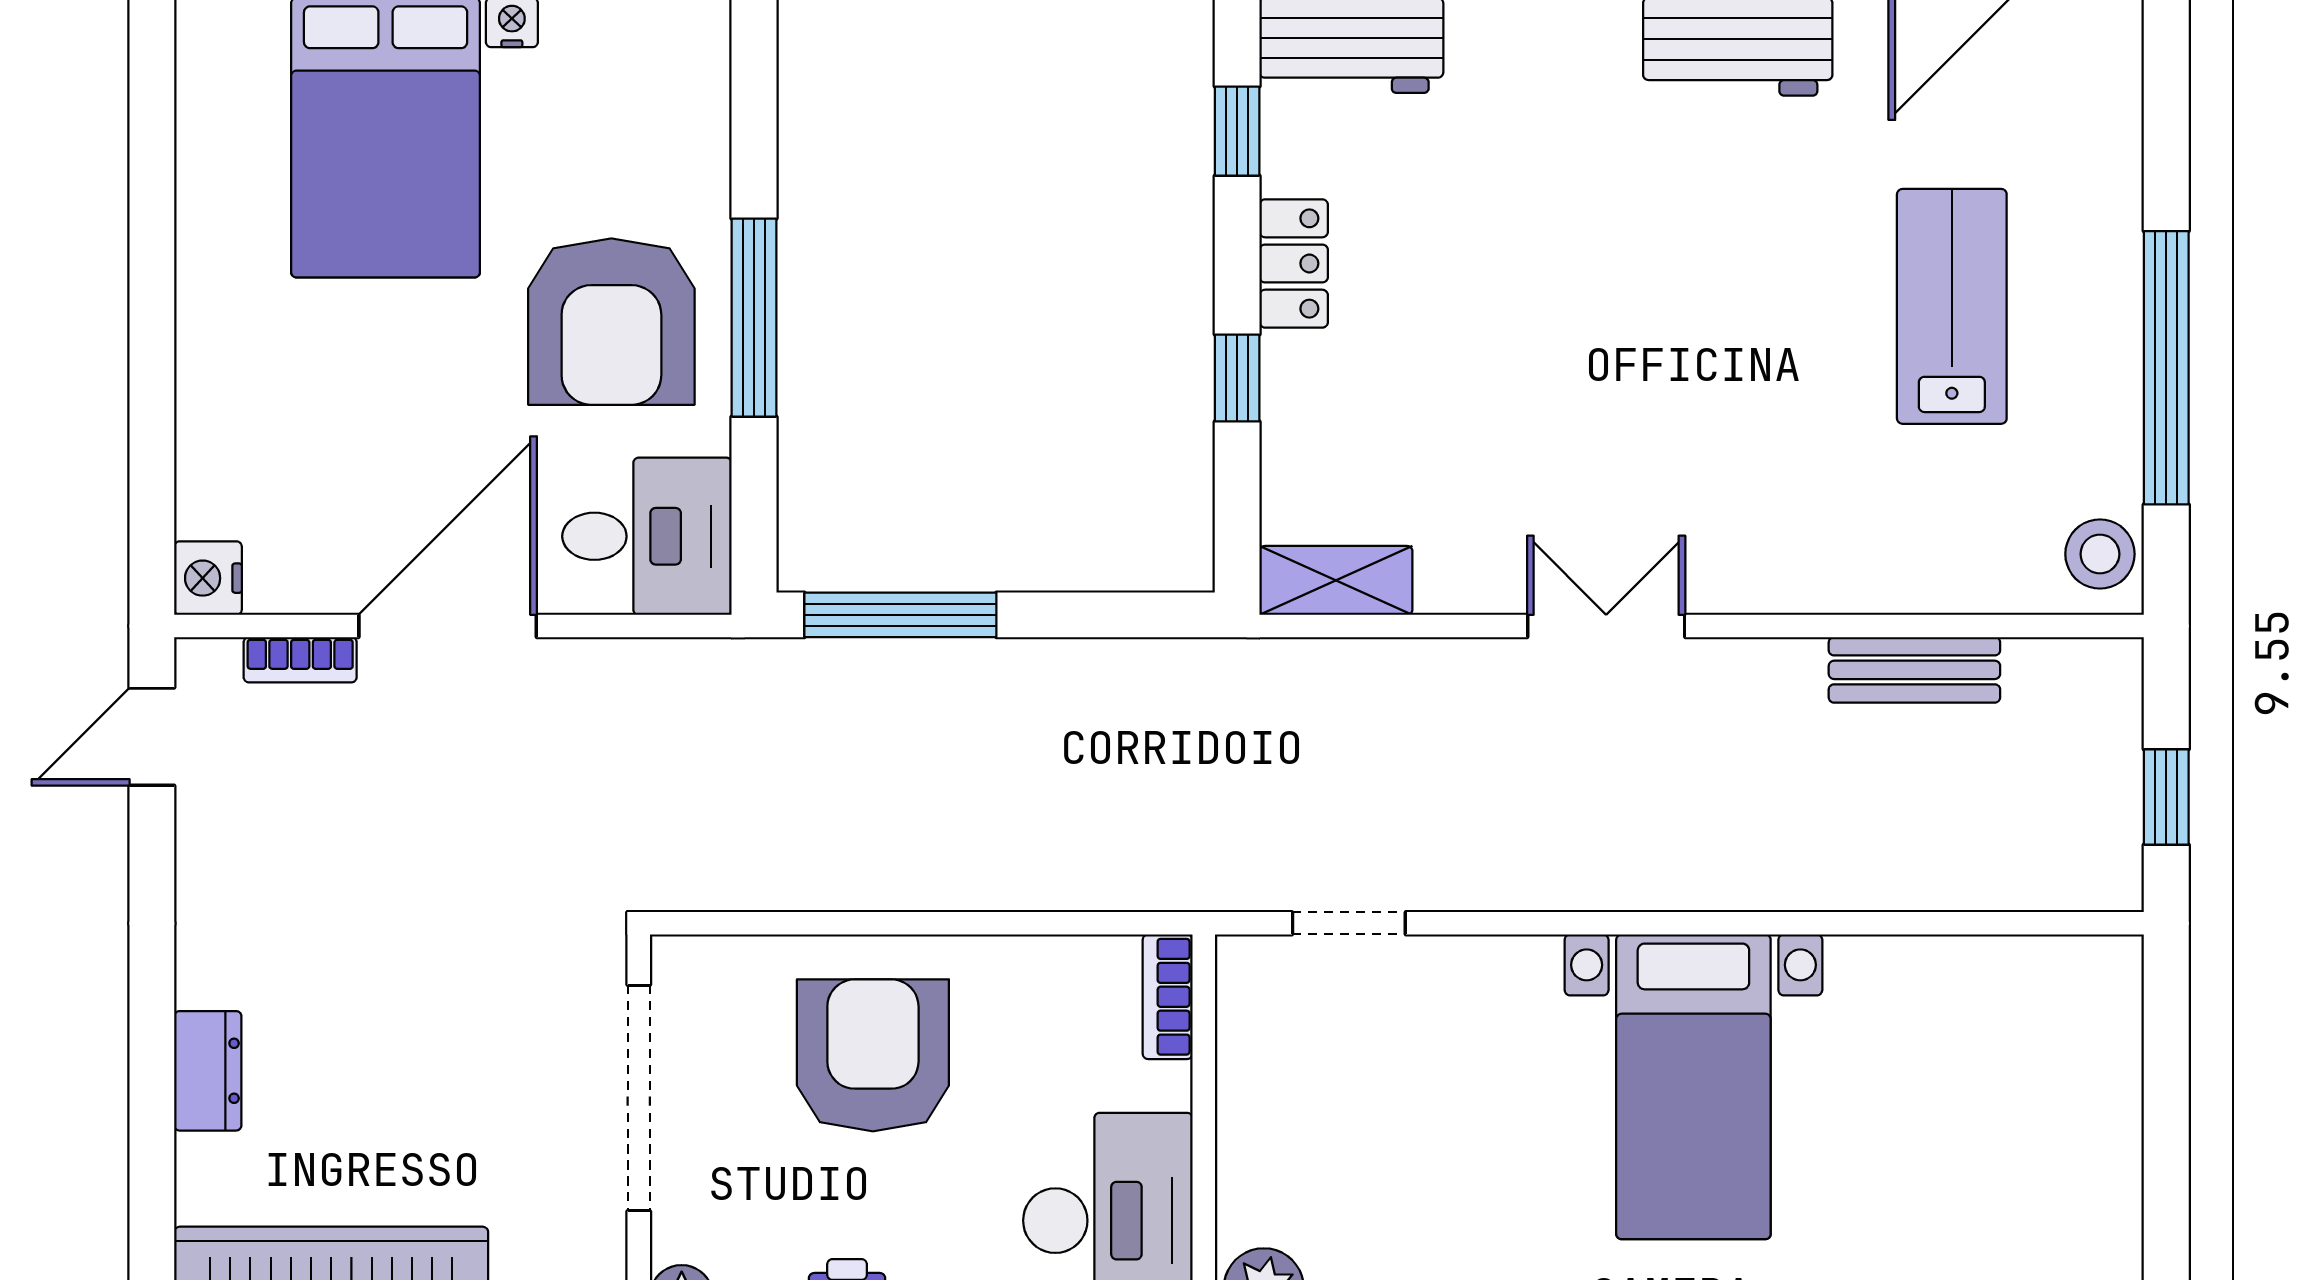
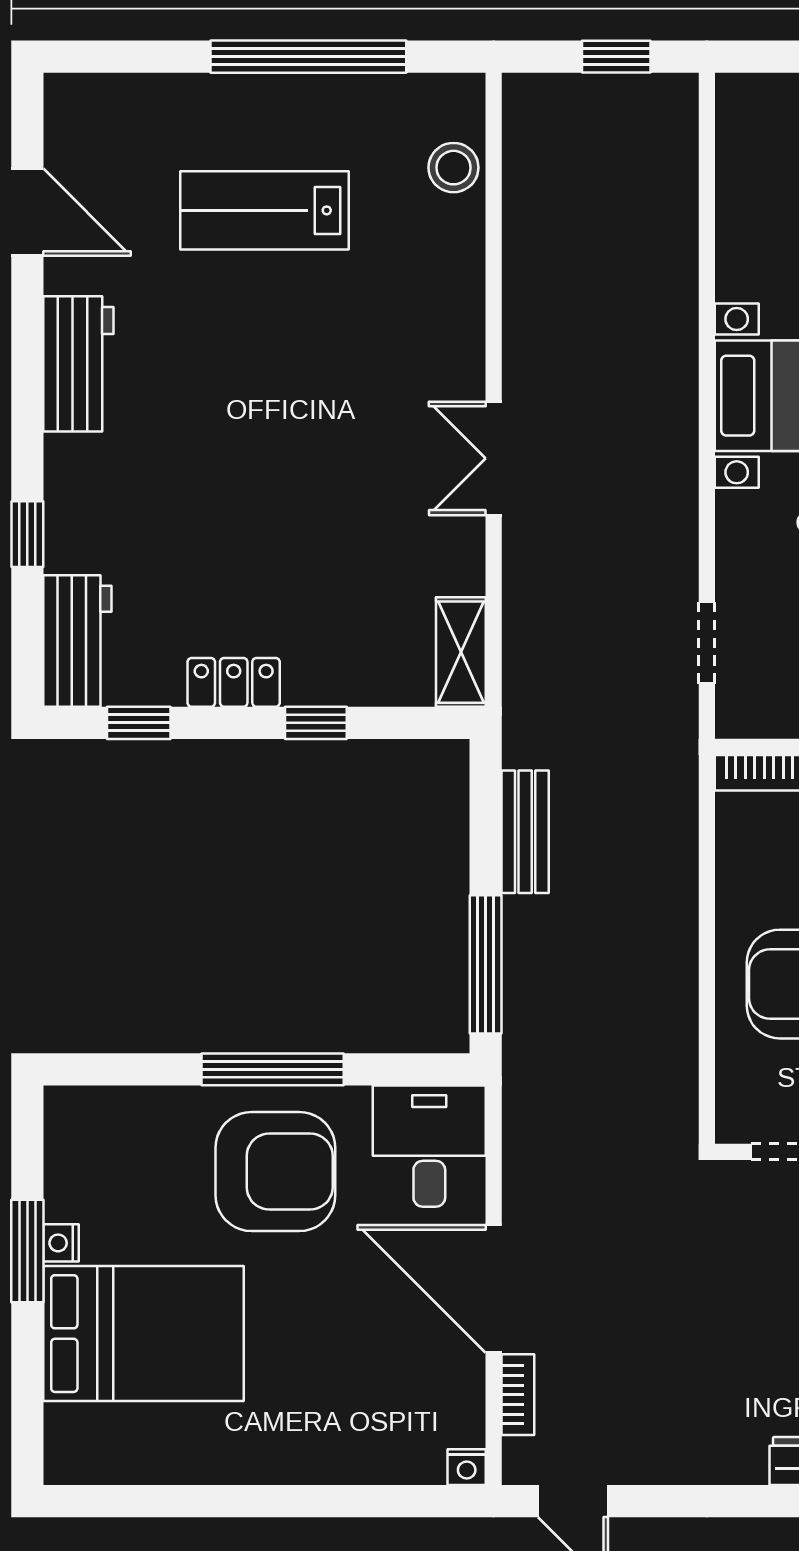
stool: (2100, 554) -> (453, 168), moved
nightstand: (208, 578) -> (467, 1467), width x0.72, depth x0.74
bench: (1914, 670) -> (525, 832), moved

